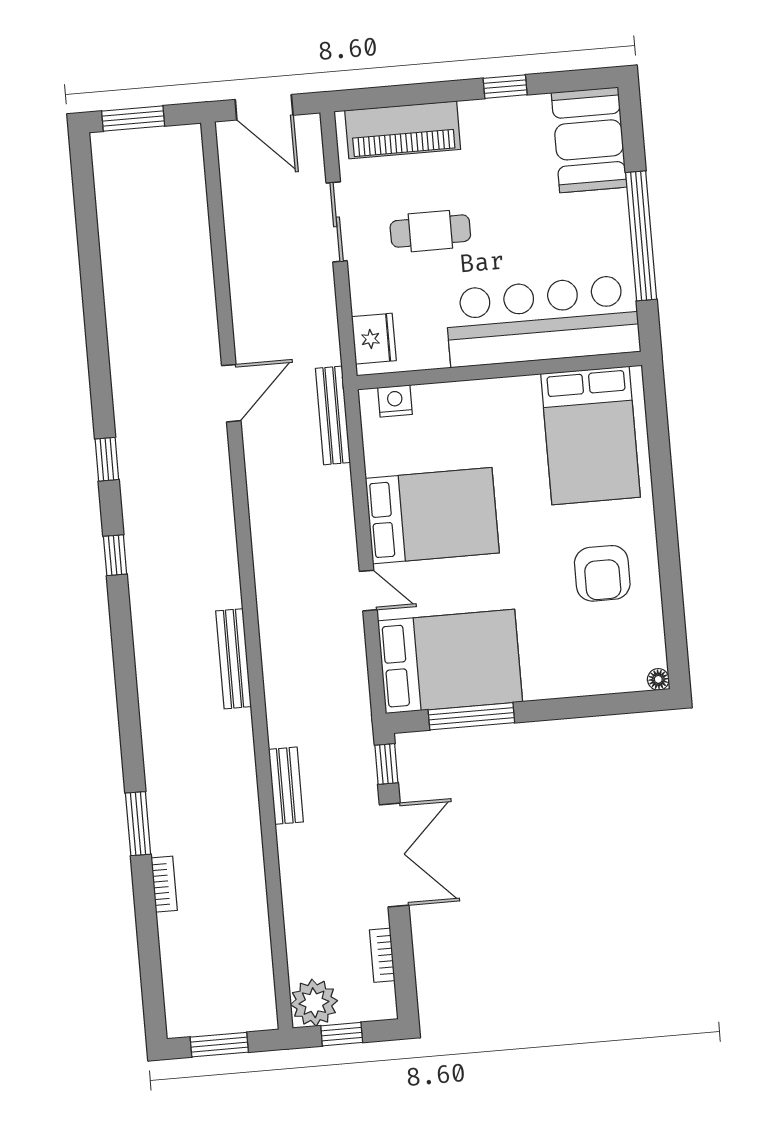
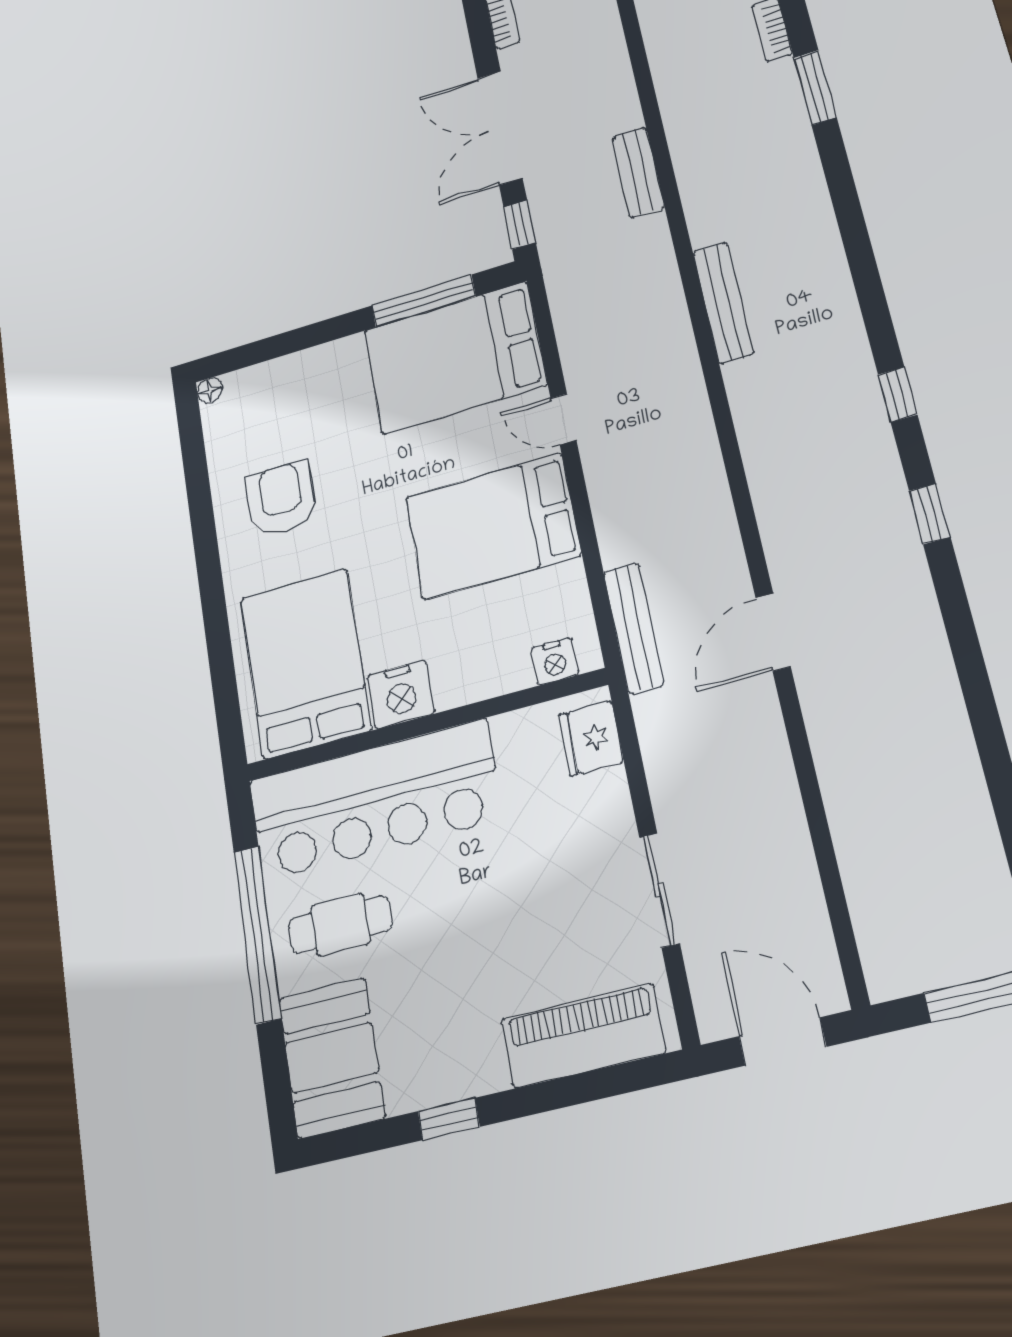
cafe table: (430, 231) -> (340, 925), moved
nightstand: (516, 397) -> (401, 694), added

